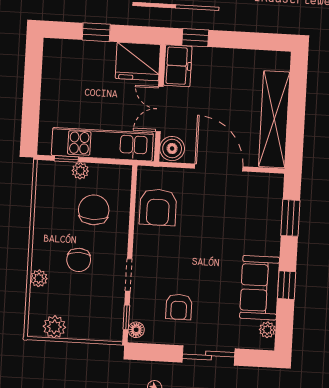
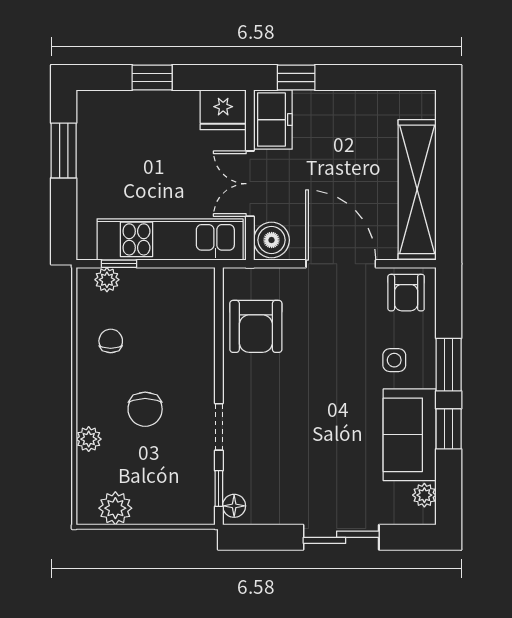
fridge: (138, 61) -> (223, 110), width x0.73, depth x0.75
window: (33, 79) -> (64, 151), added
plant: (80, 171) -> (107, 280), moved
chair: (94, 210) -> (111, 341), moved, width x0.54, depth x0.54
window: (290, 218) -> (449, 365), moved
side table: (252, 236) -> (394, 360), added
armchair: (179, 307) -> (406, 293), moved

